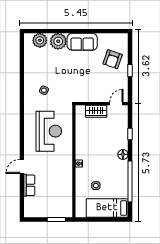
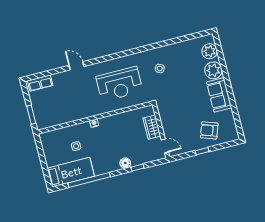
floor lamp: (123, 154) -> (125, 163), moved
row of seats: (29, 185) -> (40, 83), moved
bed: (107, 208) -> (71, 172), moved, turned 90

